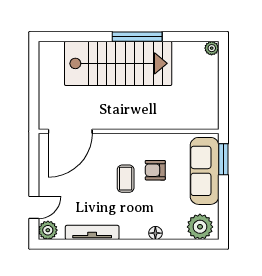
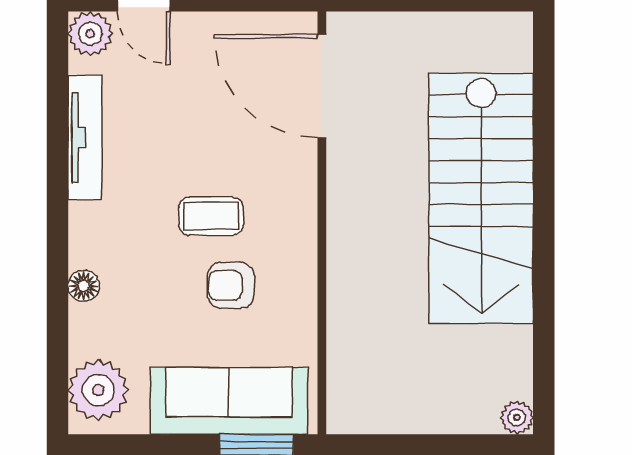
window: (137, 37) -> (544, 243), removed
armchair: (155, 170) -> (231, 285), turned -90

